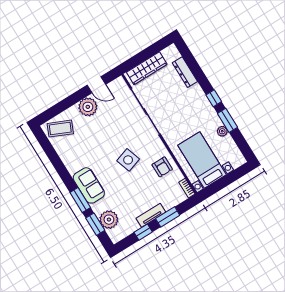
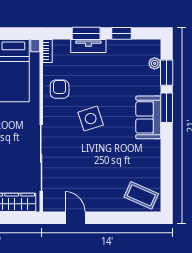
plant: (88, 107) -> (98, 200), removed
tv unit: (151, 215) -> (88, 46), moved
plant: (109, 220) -> (155, 63), width x0.53, depth x0.53

